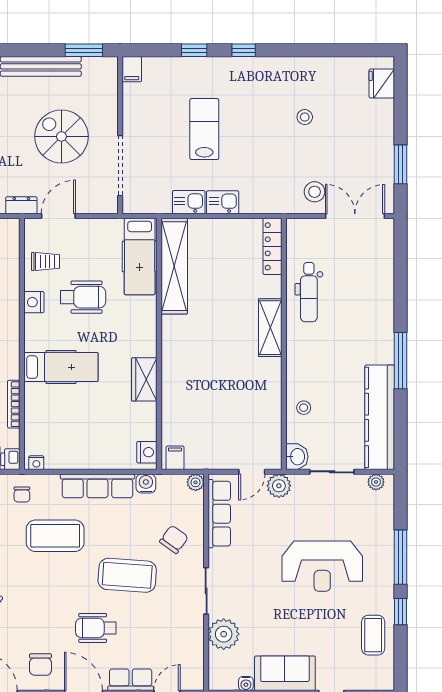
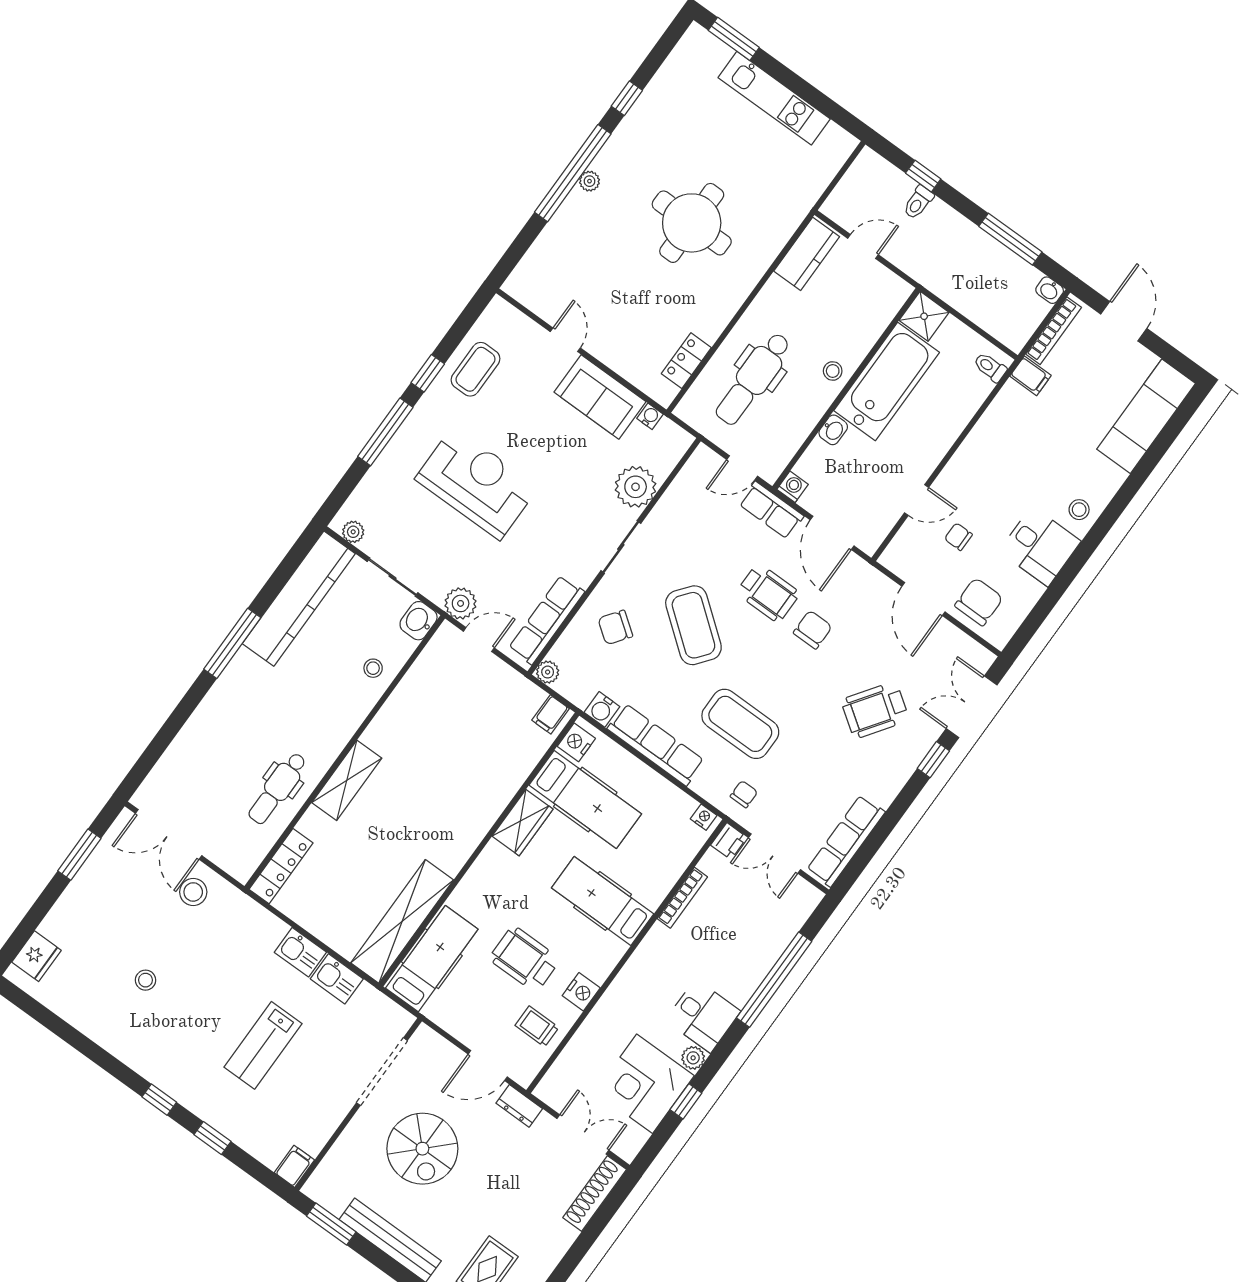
dental chair: (309, 292) -> (277, 788), turned 180
hospital bed: (116, 421) -> (585, 799), added
coffee table: (127, 575) -> (693, 625), turned 34
chair: (40, 665) -> (813, 630), moved

